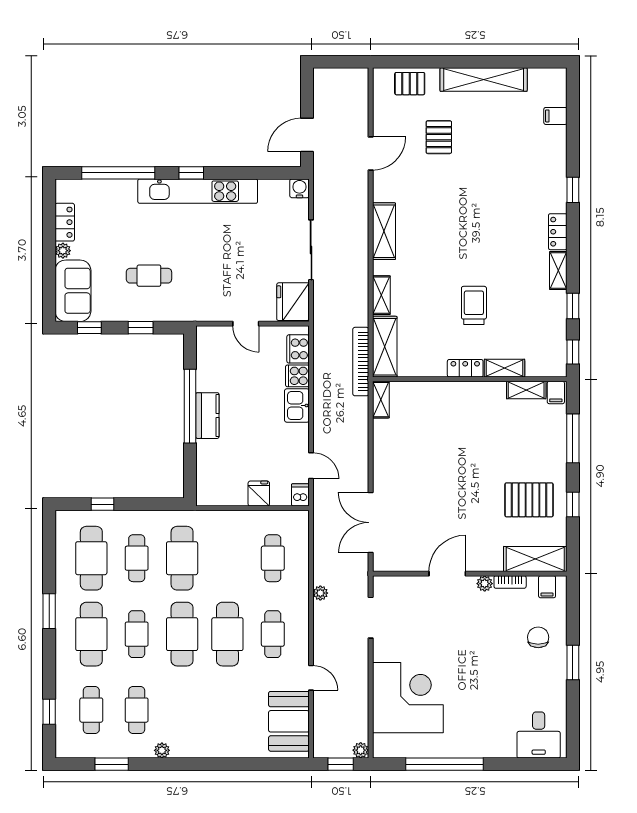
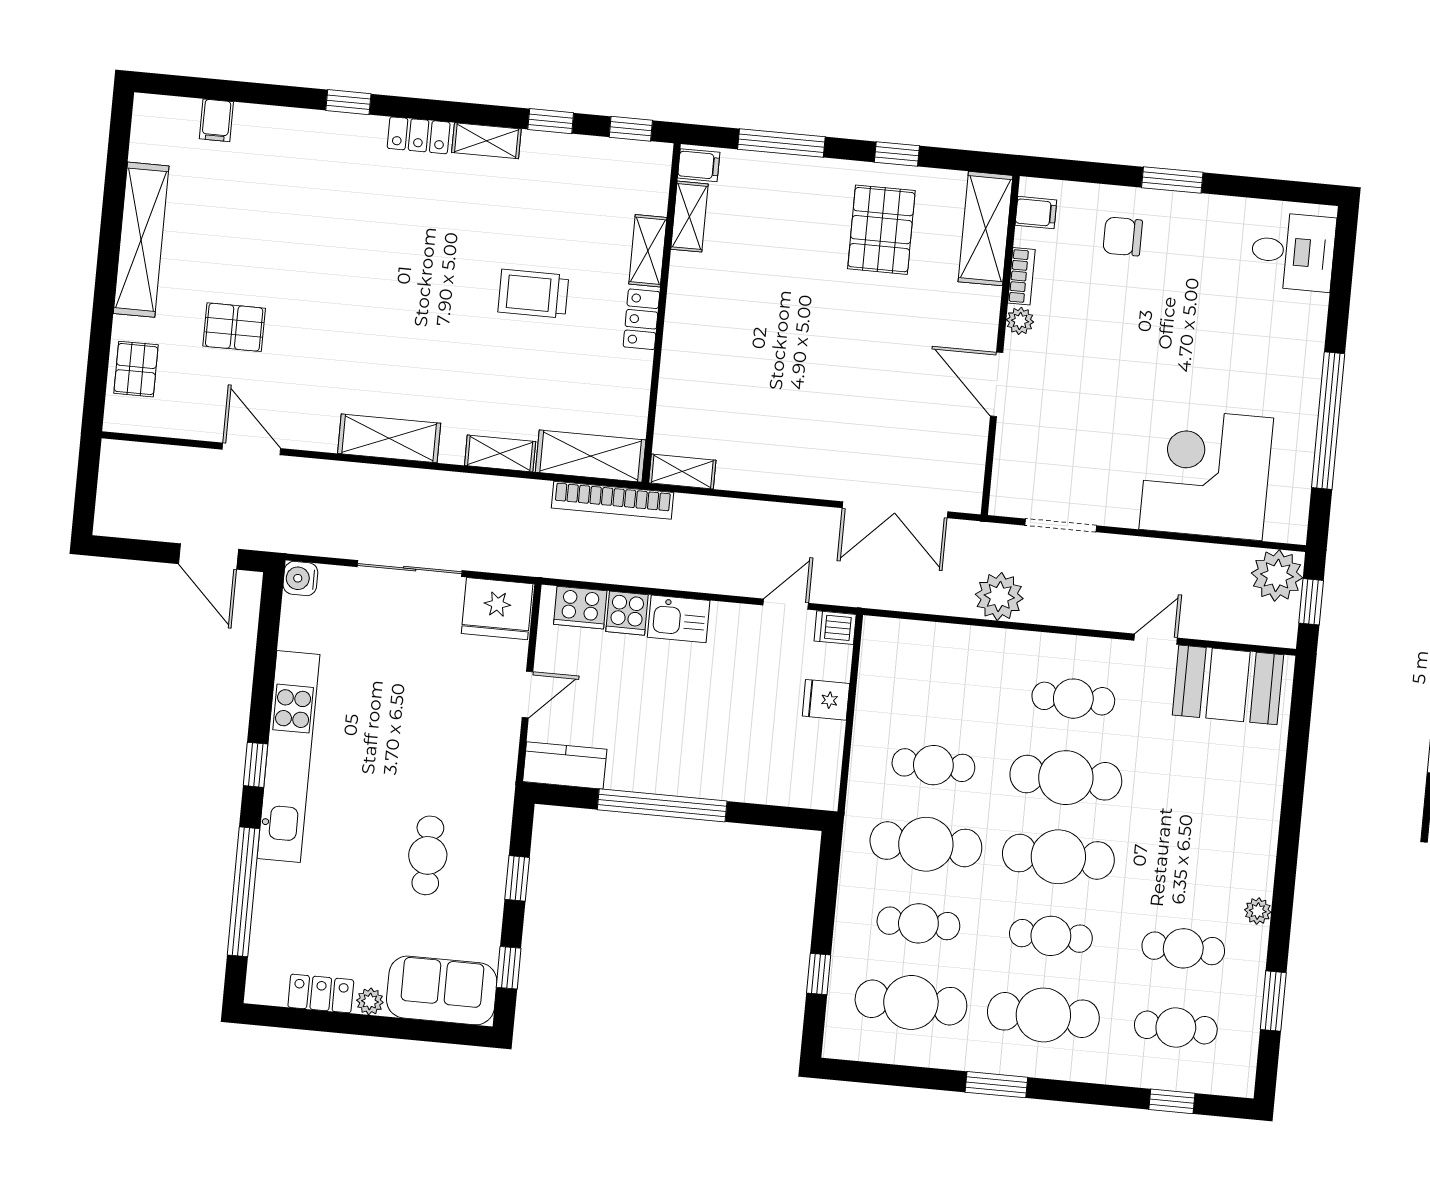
kitchen counter: (207, 416) -> (565, 765), moved
cafe table: (273, 558) -> (933, 765), moved
plant: (320, 593) -> (999, 596), width x1.88, depth x1.88
plant: (361, 750) -> (1277, 575), width x1.87, depth x1.87

